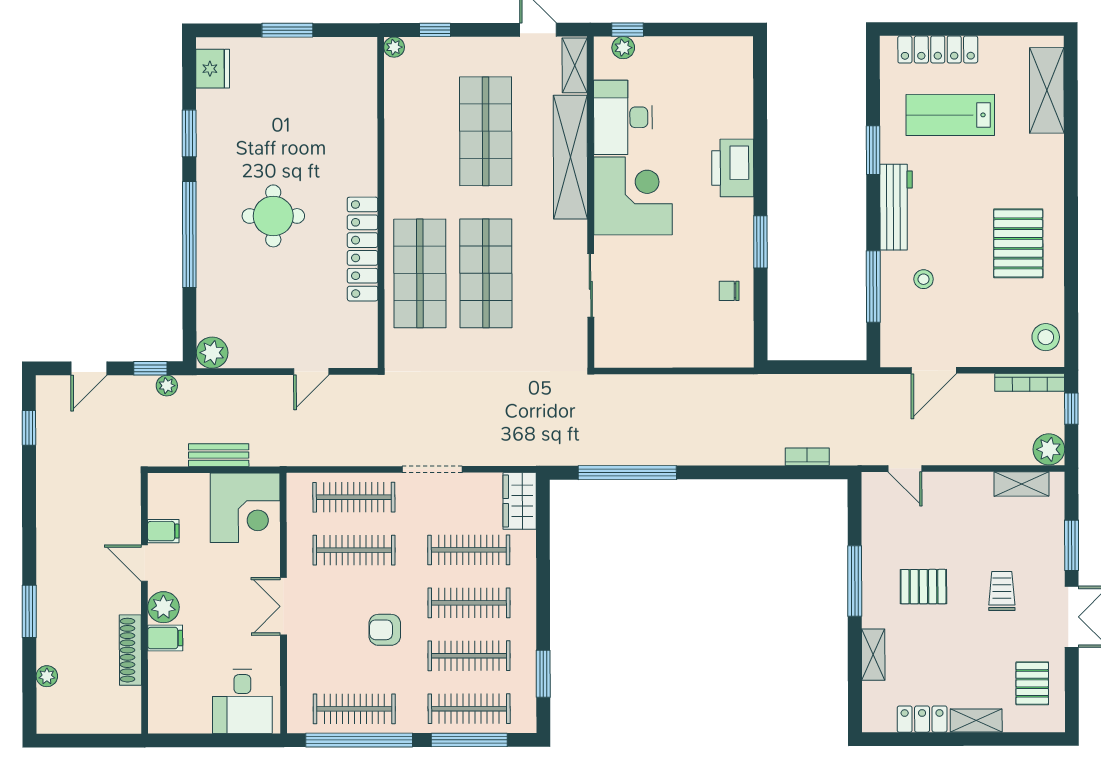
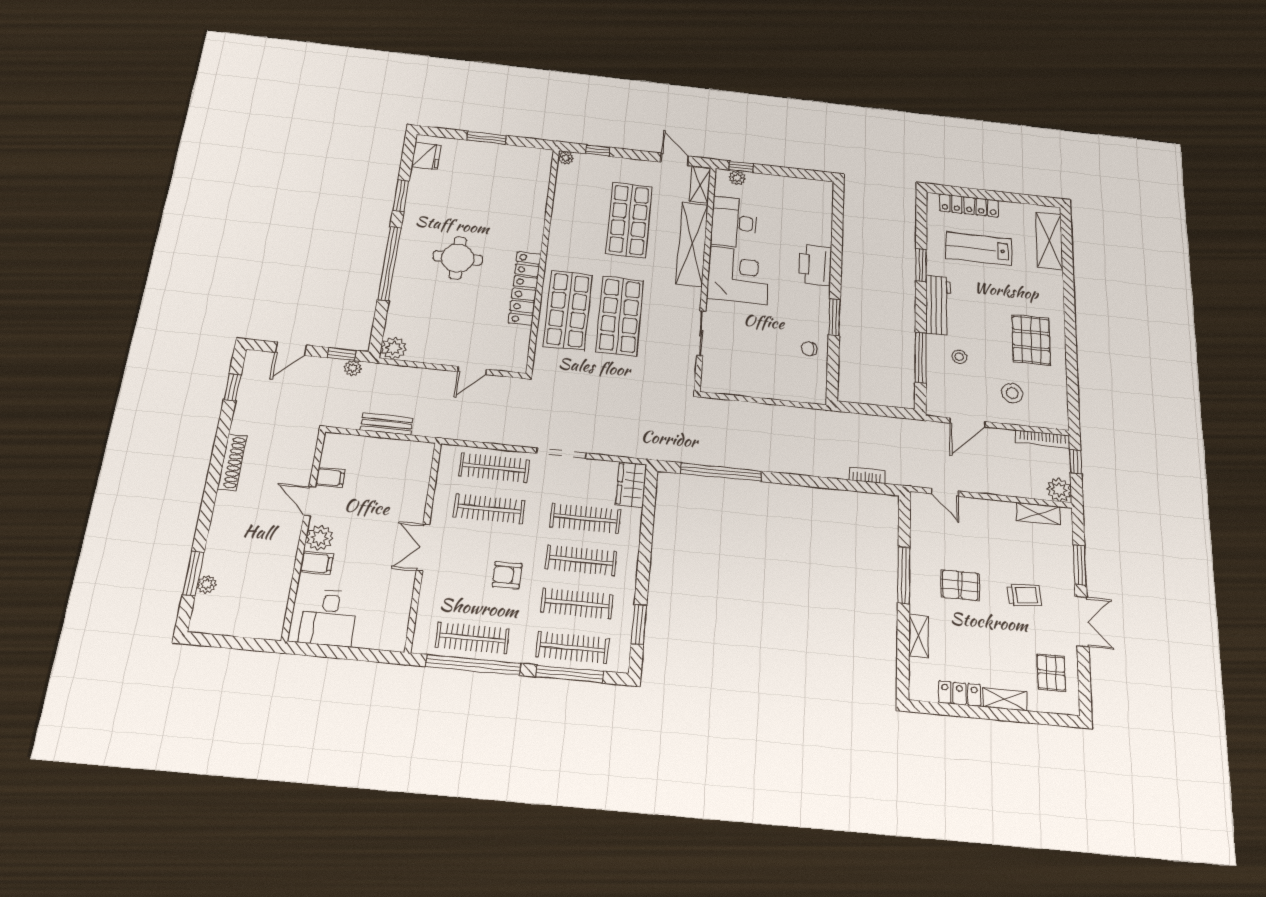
stool: (1046, 337) -> (1012, 393), moved
corner desk: (245, 508) -> (402, 467), removed
trolley: (1002, 591) -> (1024, 595), turned 84
window: (29, 611) -> (193, 573), moved
shoe rack: (130, 650) -> (232, 462), moved, turned 180
desk: (242, 701) -> (329, 618), moved

